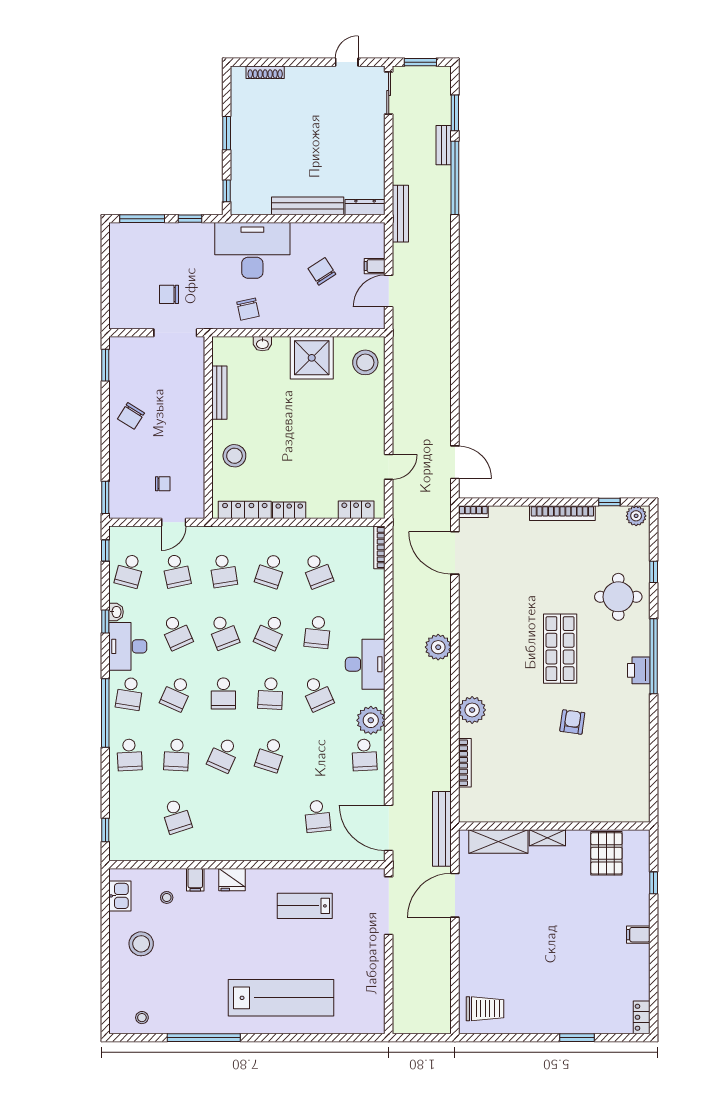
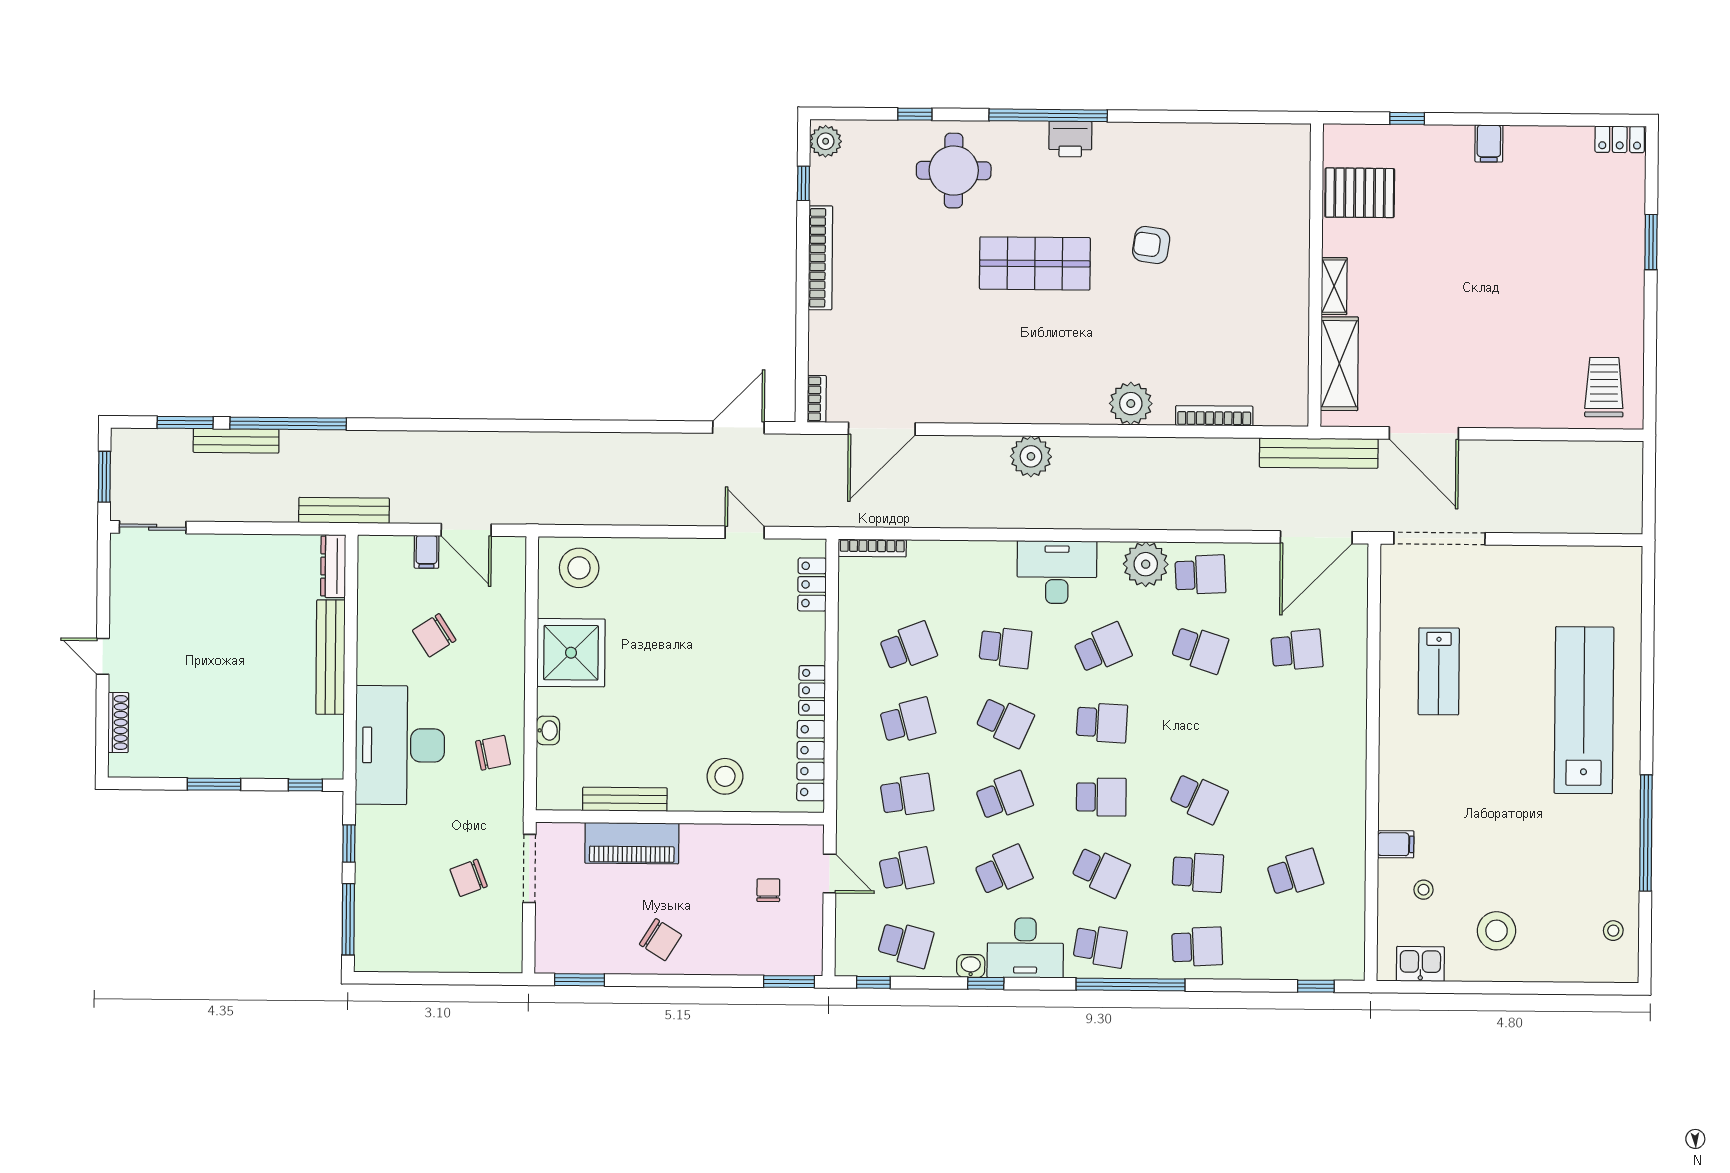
door: (347, 62) -> (103, 656), moved
bench: (444, 145) -> (236, 441), width x1.36
chair: (169, 294) -> (469, 878), turned 69
piano: (192, 397) -> (632, 843), added
school desk: (270, 571) -> (908, 721), turned -33
school desk: (270, 755) -> (1200, 649), moved
fridge: (232, 880) -> (1396, 786), removed

